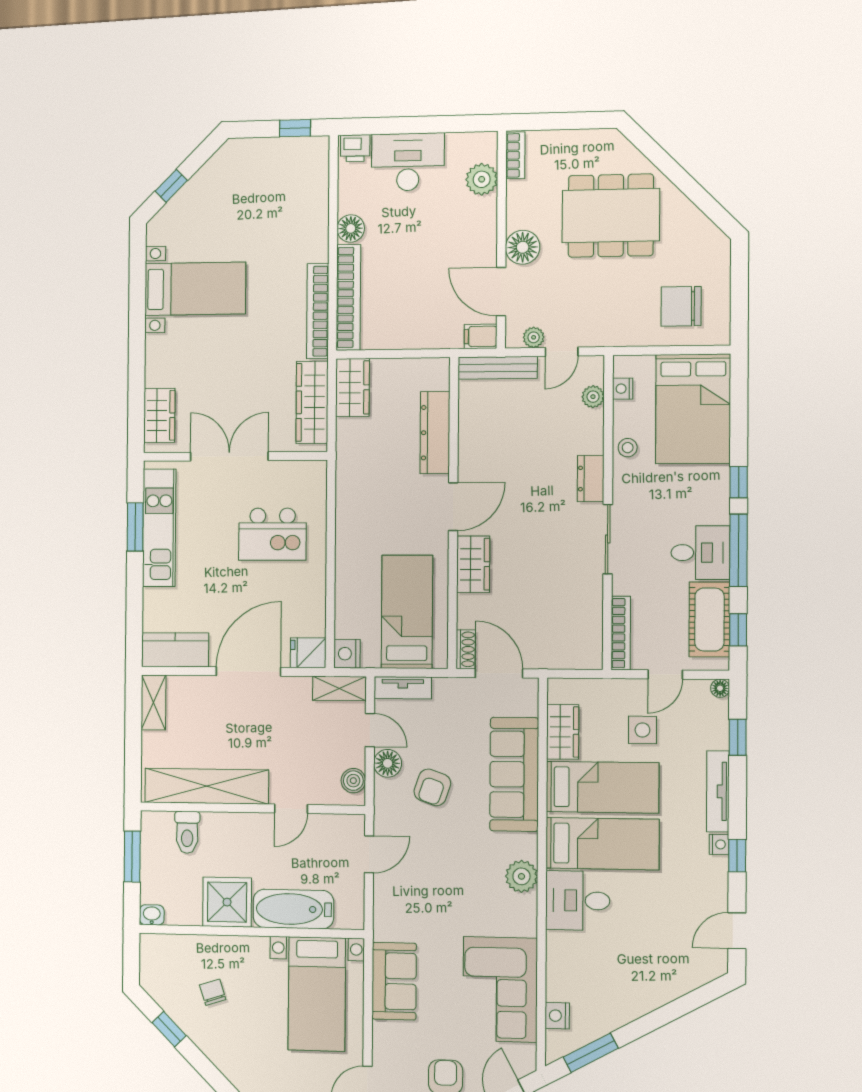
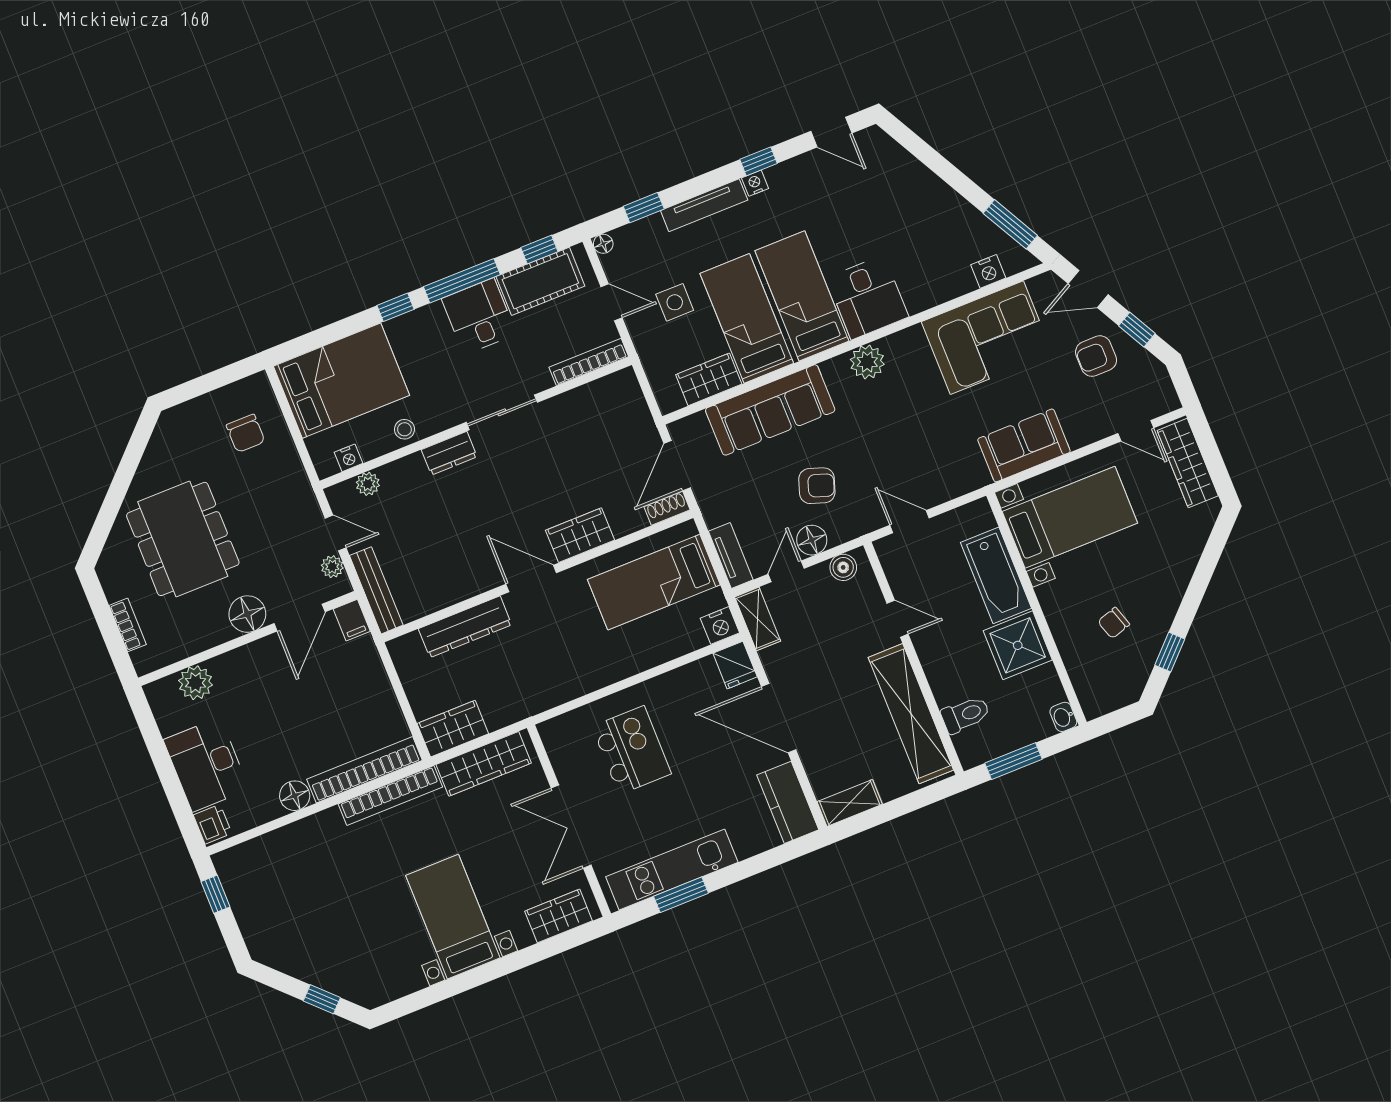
bookcase: (515, 155) -> (128, 625), moved, turned 90
bed with nightstands: (195, 289) -> (453, 917), moved
chair: (681, 306) -> (246, 433), width x0.73, depth x0.73

